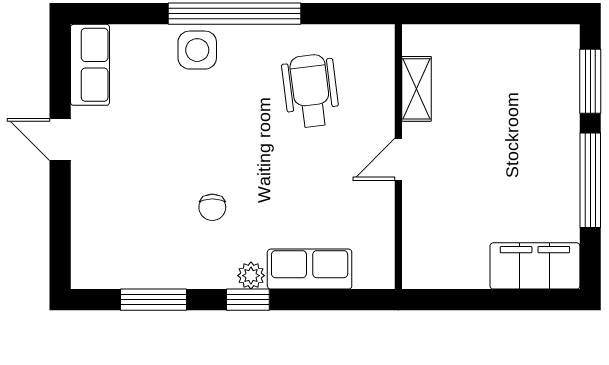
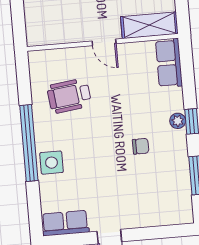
shelving: (417, 89) -> (149, 25), moved, width x1.50, depth x1.33
row of seats: (310, 269) -> (169, 63), moved

